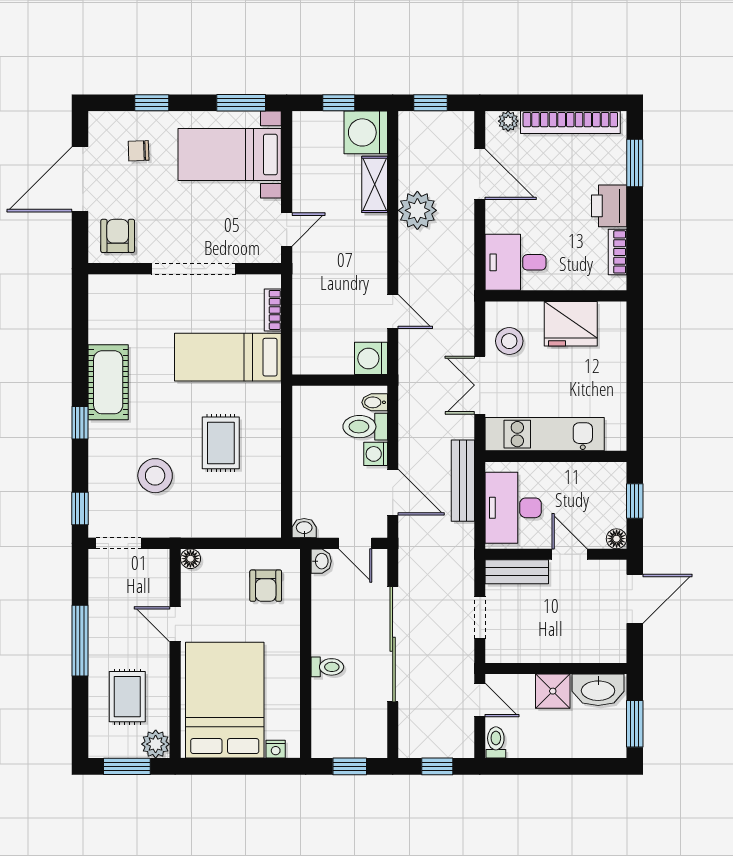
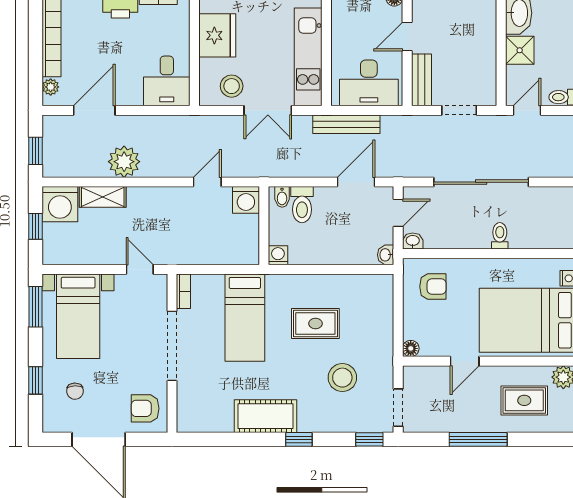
bookcase: (273, 310) -> (183, 291), moved, turned -90
washing machine: (376, 454) -> (278, 255), moved, turned 180

